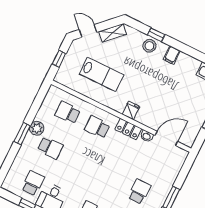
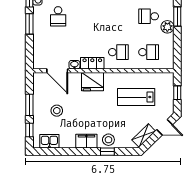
filing cabinet: (172, 55) -> (86, 141), width x2.00
stool: (186, 99) -> (57, 111), added
fridge: (131, 110) -> (93, 82), width x1.88, depth x1.34
door: (166, 138) -> (57, 71), hinge flipped

